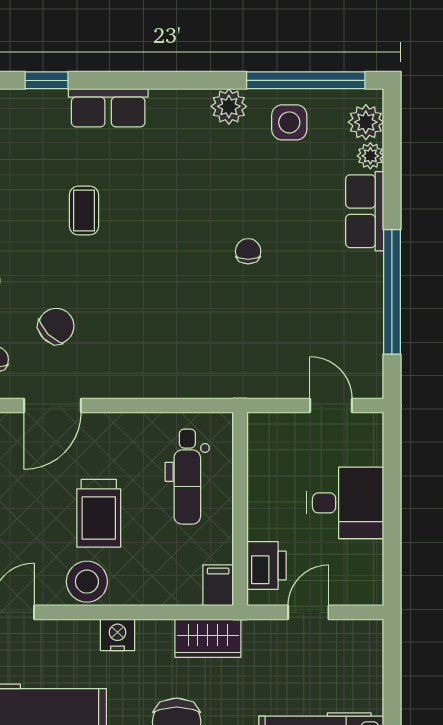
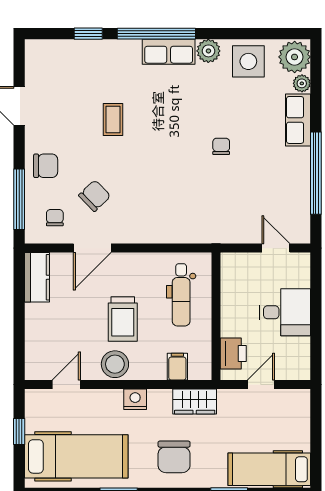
window: (306, 80) -> (156, 34), moved
row of seats: (108, 108) -> (169, 52), moved
side table: (289, 122) -> (248, 61), width x1.37, depth x1.37
plant: (366, 122) -> (295, 57), width x1.36, depth x1.36
filing cabinet: (218, 585) -> (177, 367), moved

